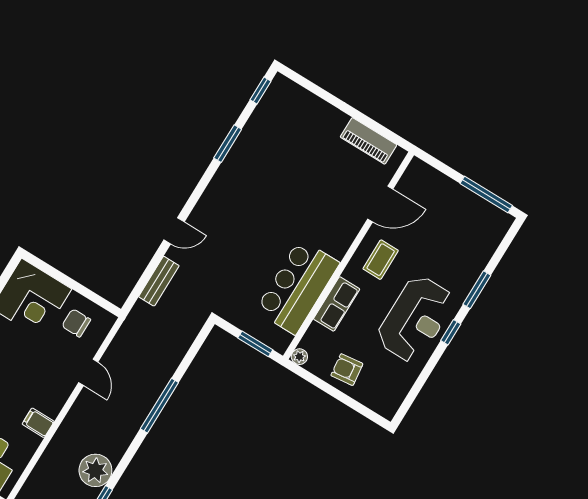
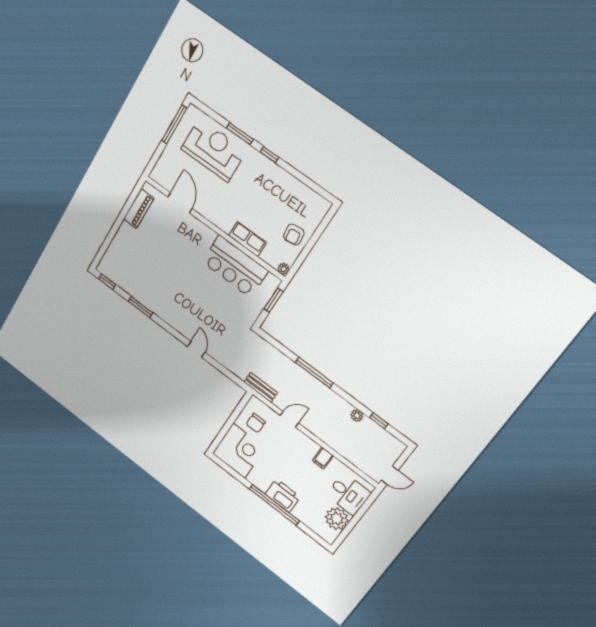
coffee table: (381, 260) -> (218, 205), removed
bench: (159, 281) -> (261, 387), moved
reception desk: (415, 319) -> (213, 150), moved
plant: (95, 470) -> (357, 416), width x0.53, depth x0.53

